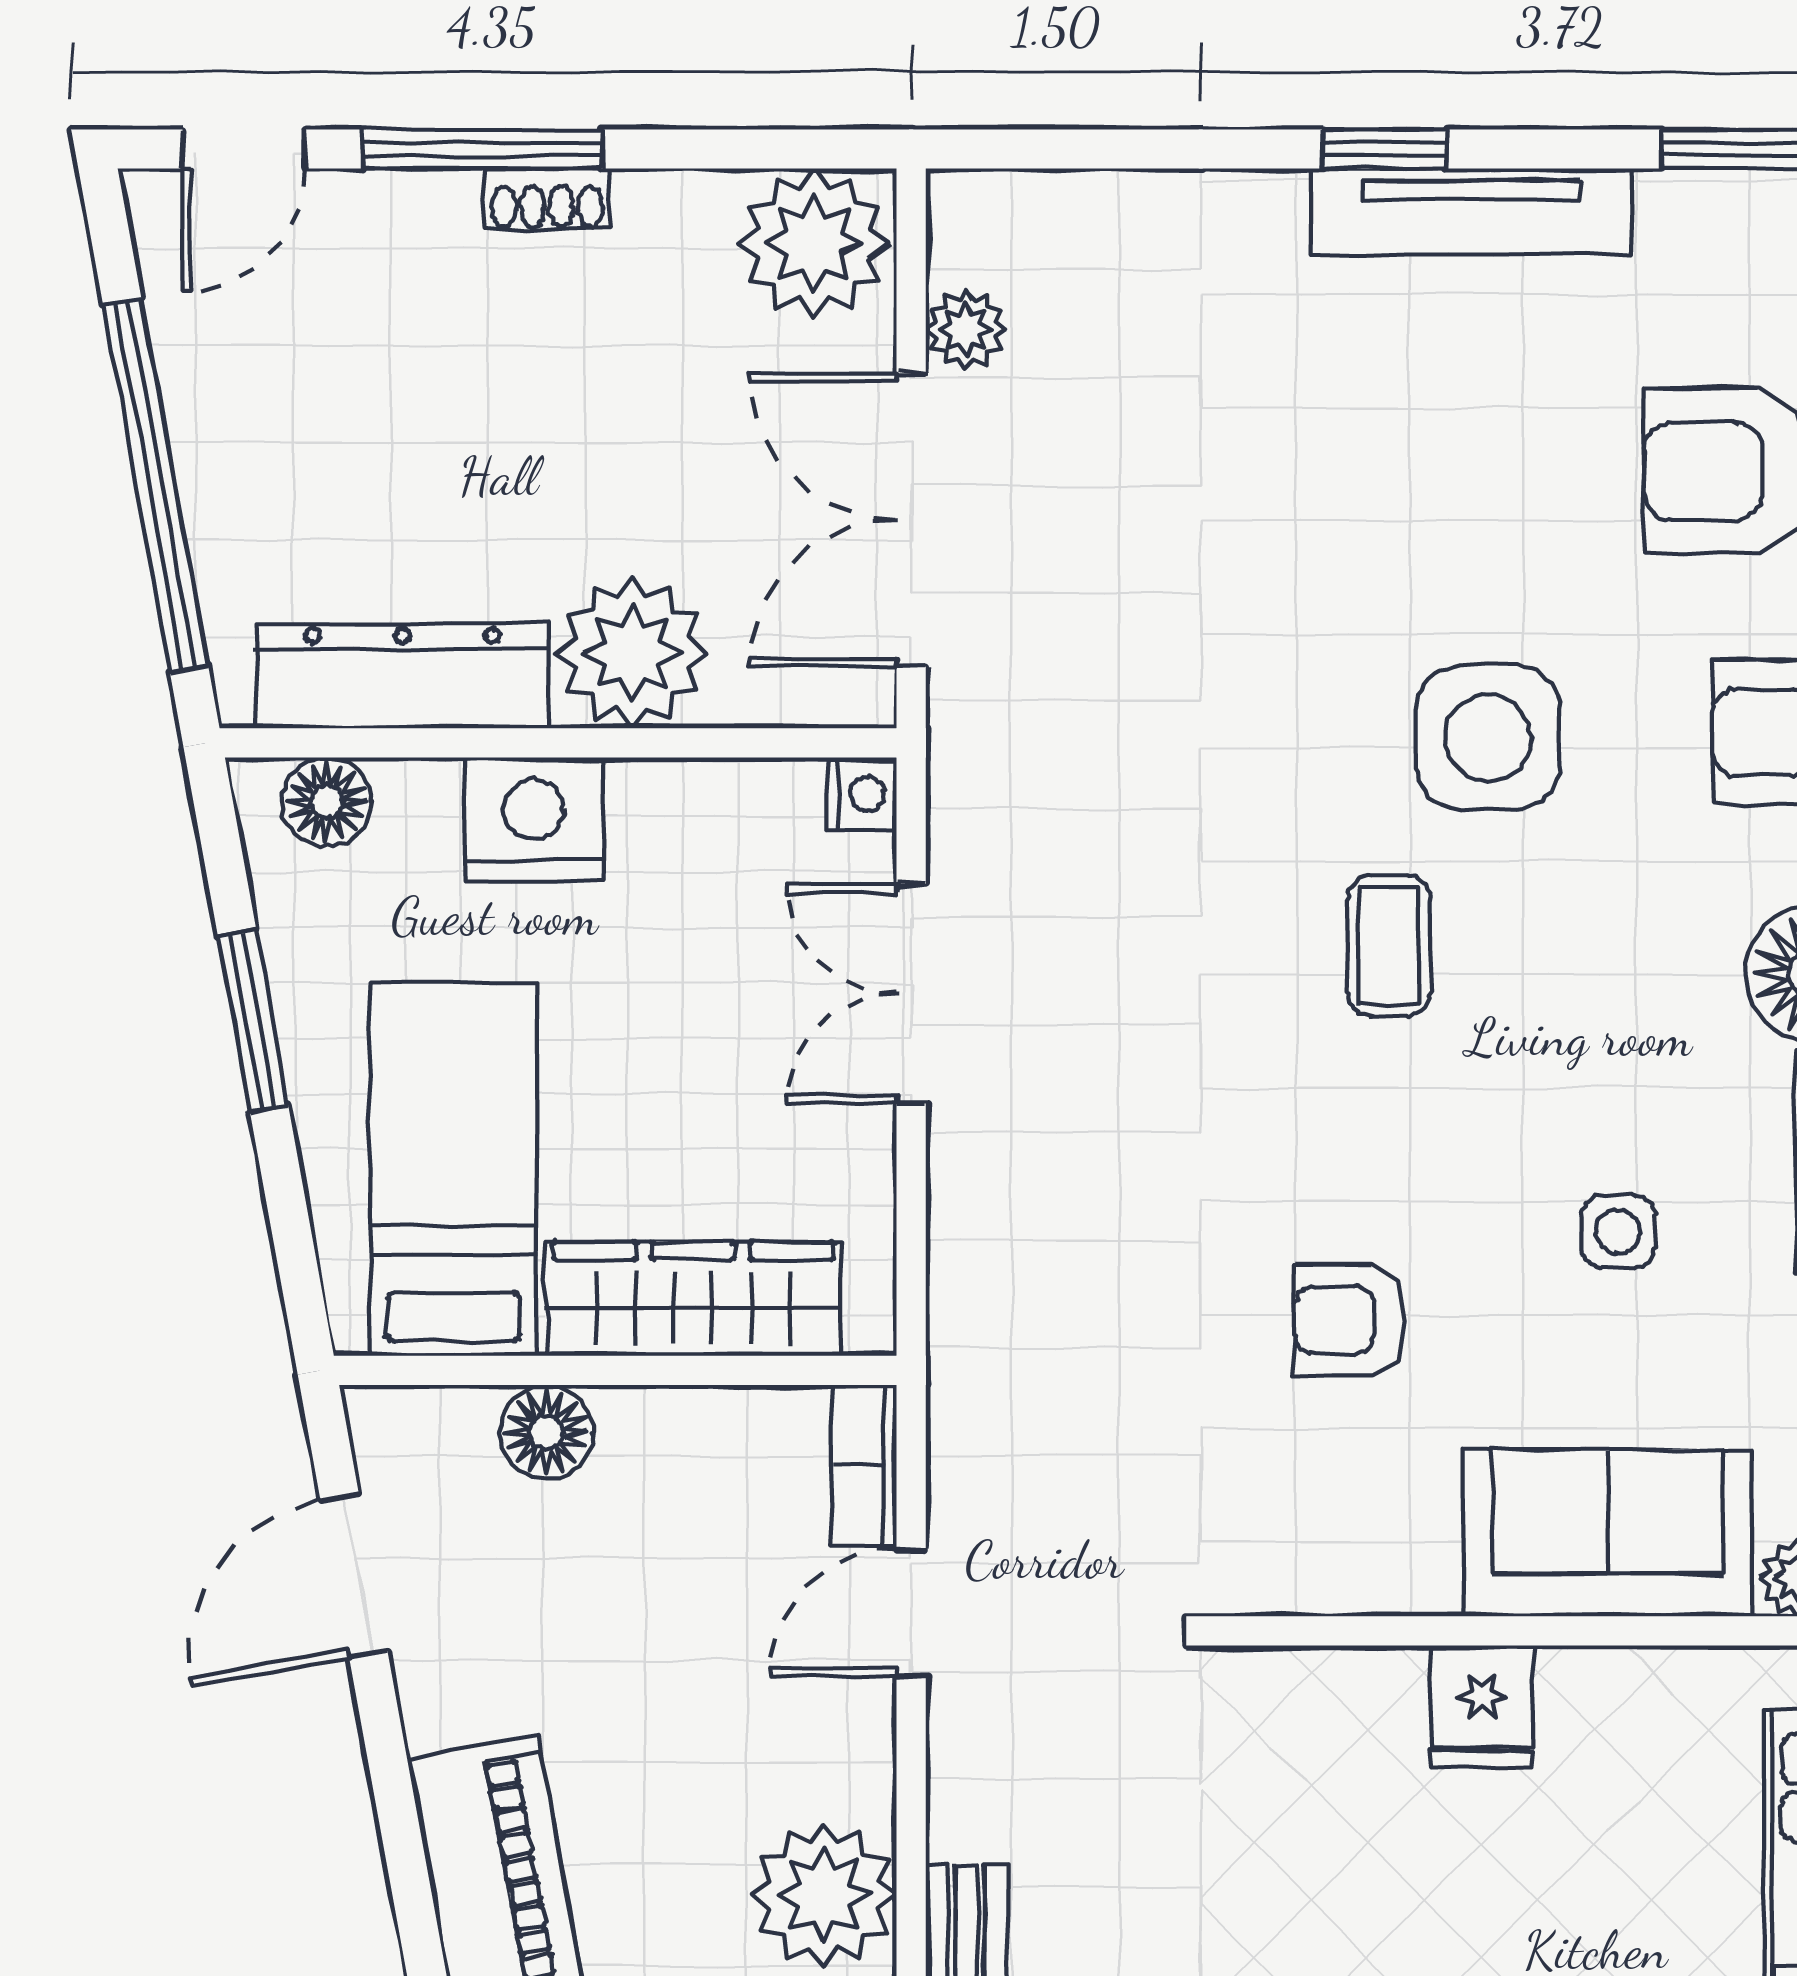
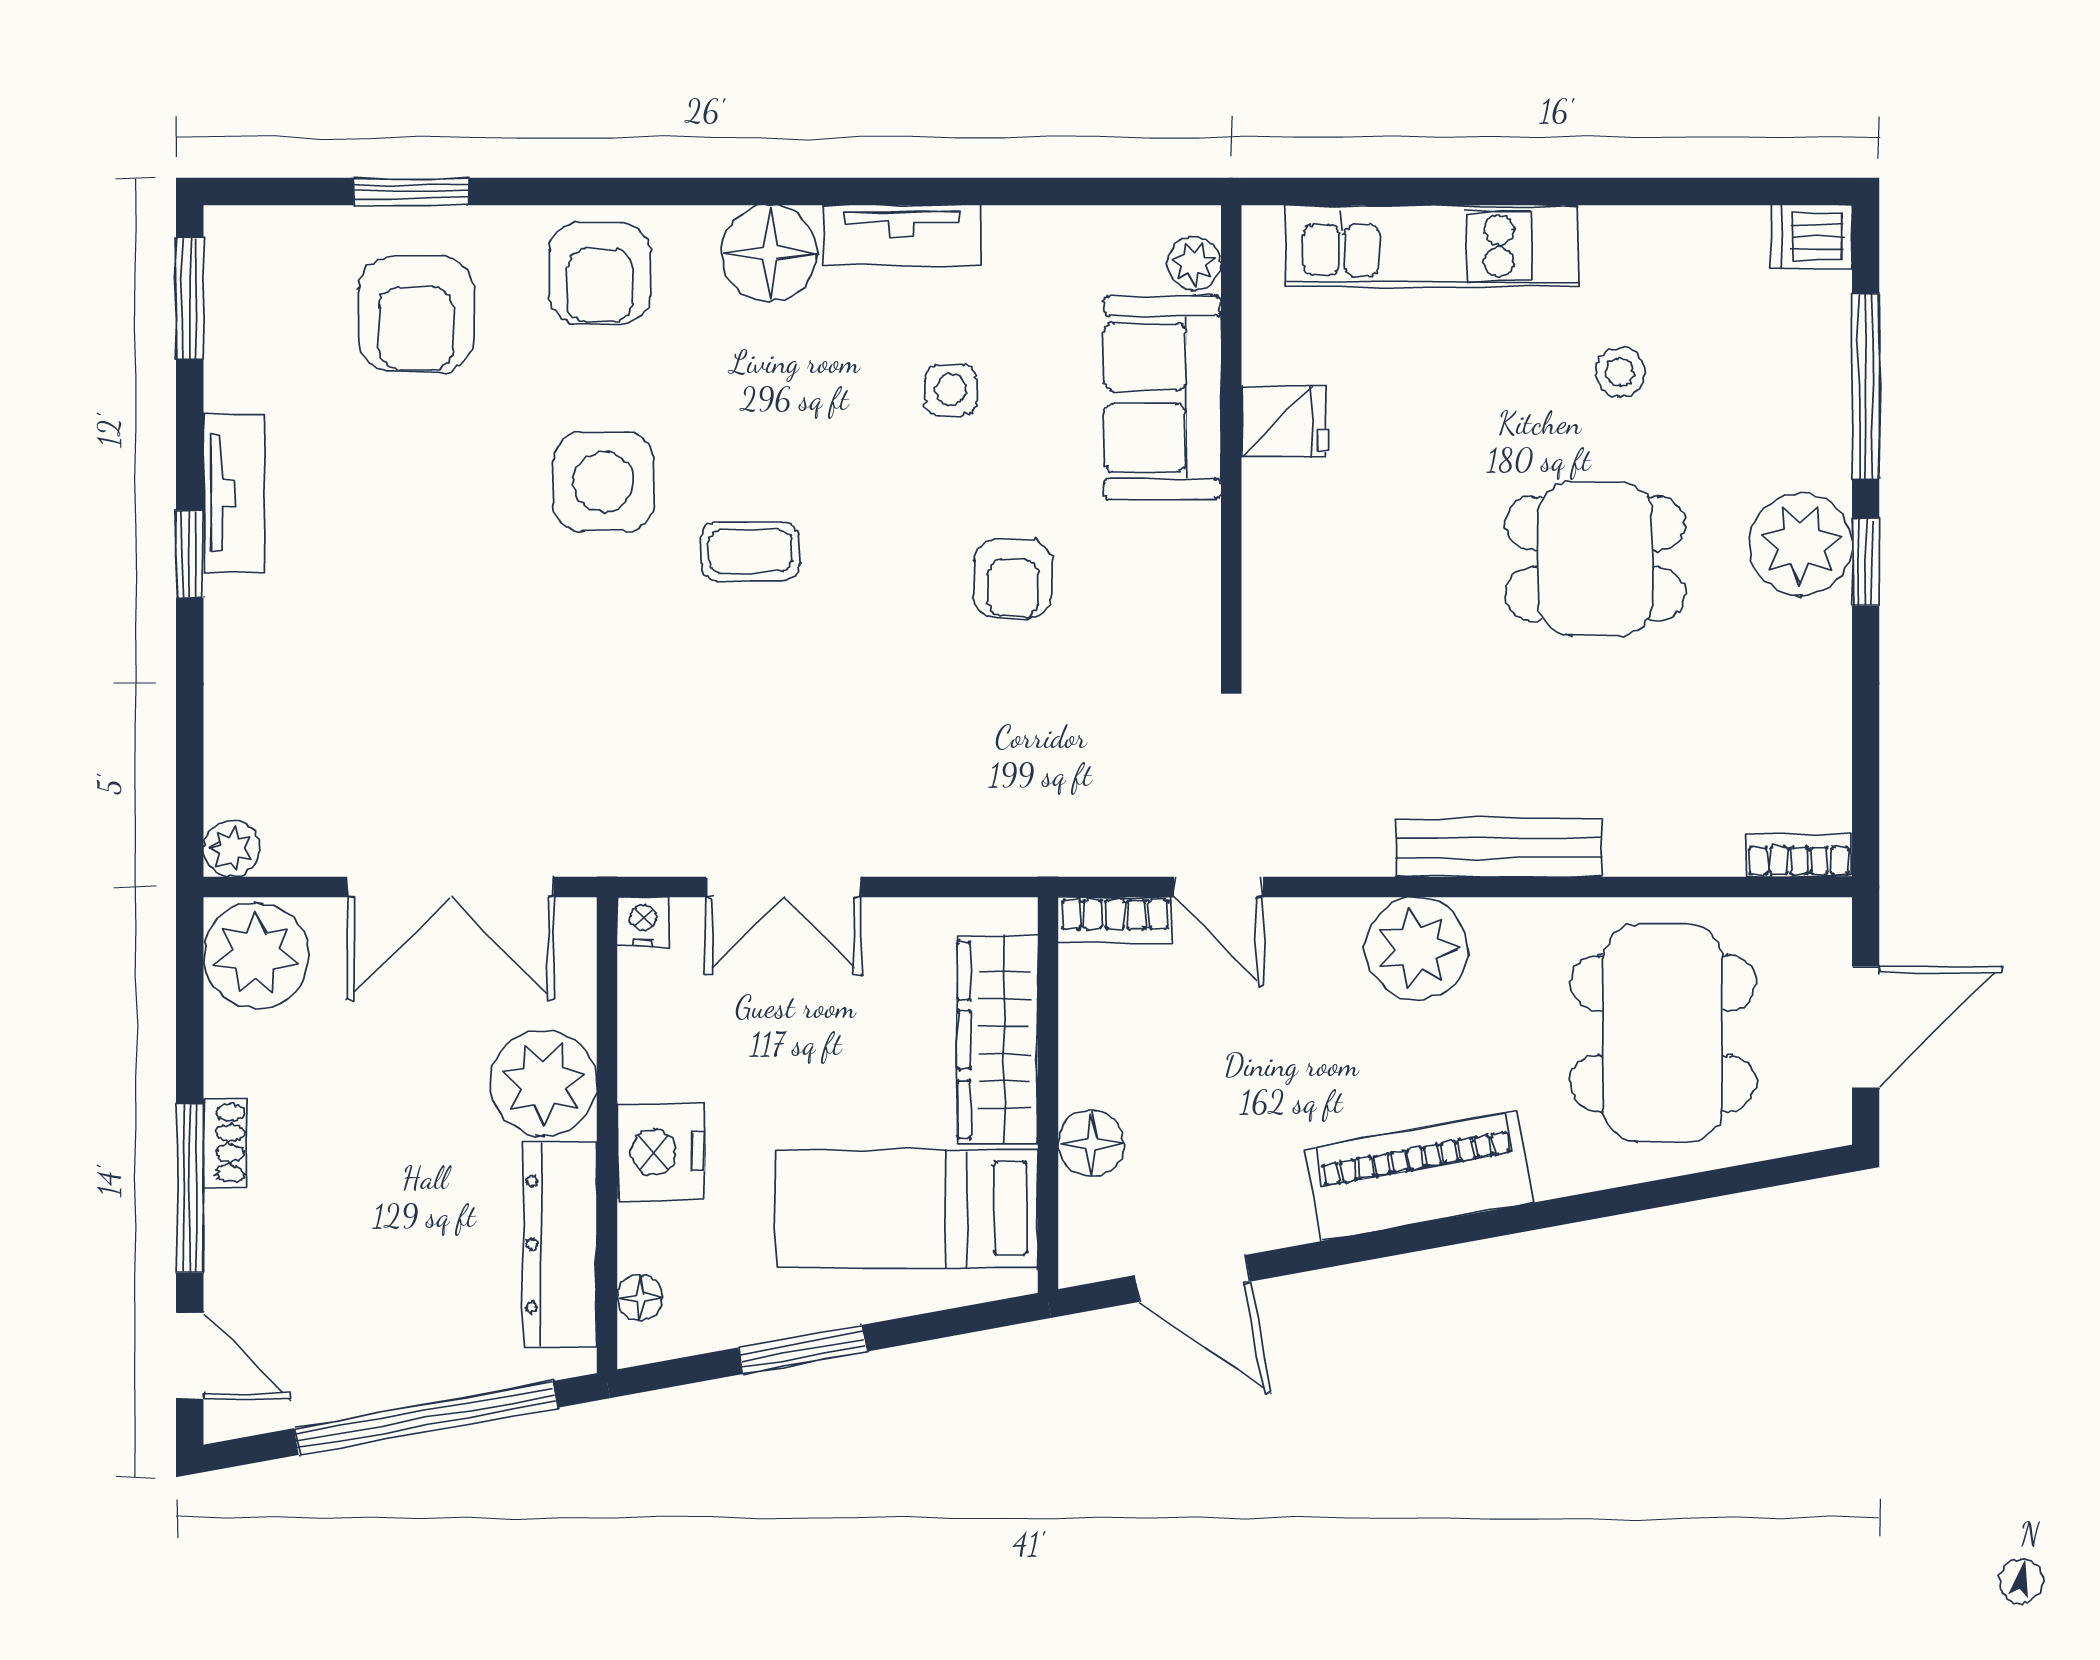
tv unit: (1472, 212) -> (234, 493), width x0.71
plant: (966, 330) -> (231, 849), moved
floor lamp: (327, 802) -> (640, 1298), width x0.73, depth x0.73
fridge: (1482, 1706) -> (1284, 422), moved

